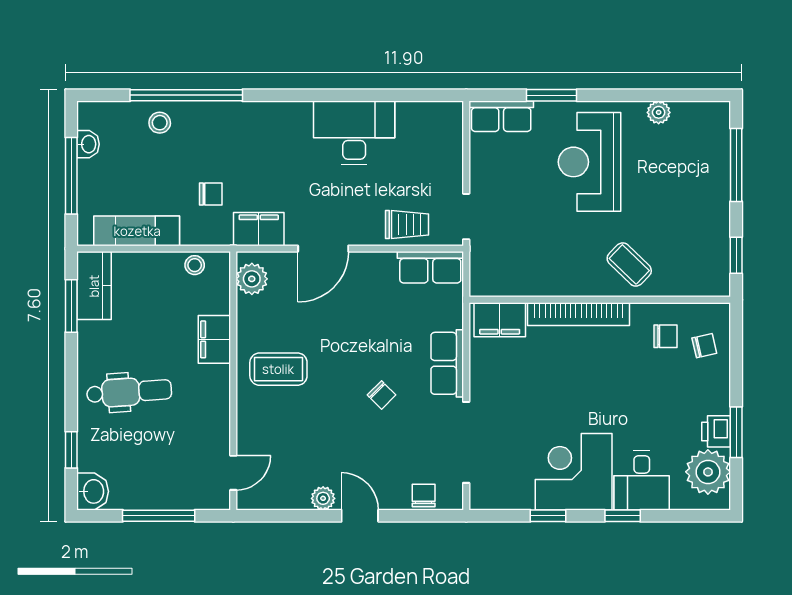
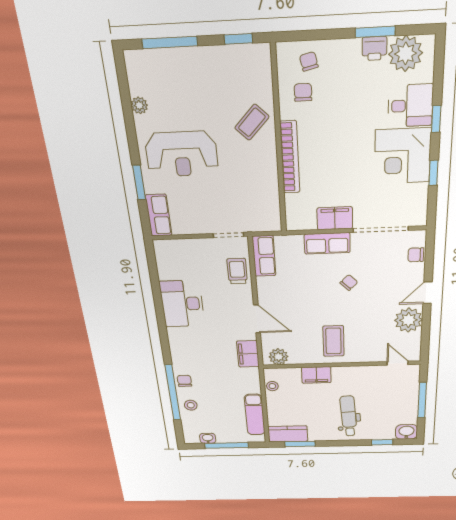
chair: (211, 194) -> (184, 381), moved
filing cabinet: (500, 320) -> (335, 218), moved, turned -90
plant: (323, 498) -> (408, 320), width x1.88, depth x1.88

